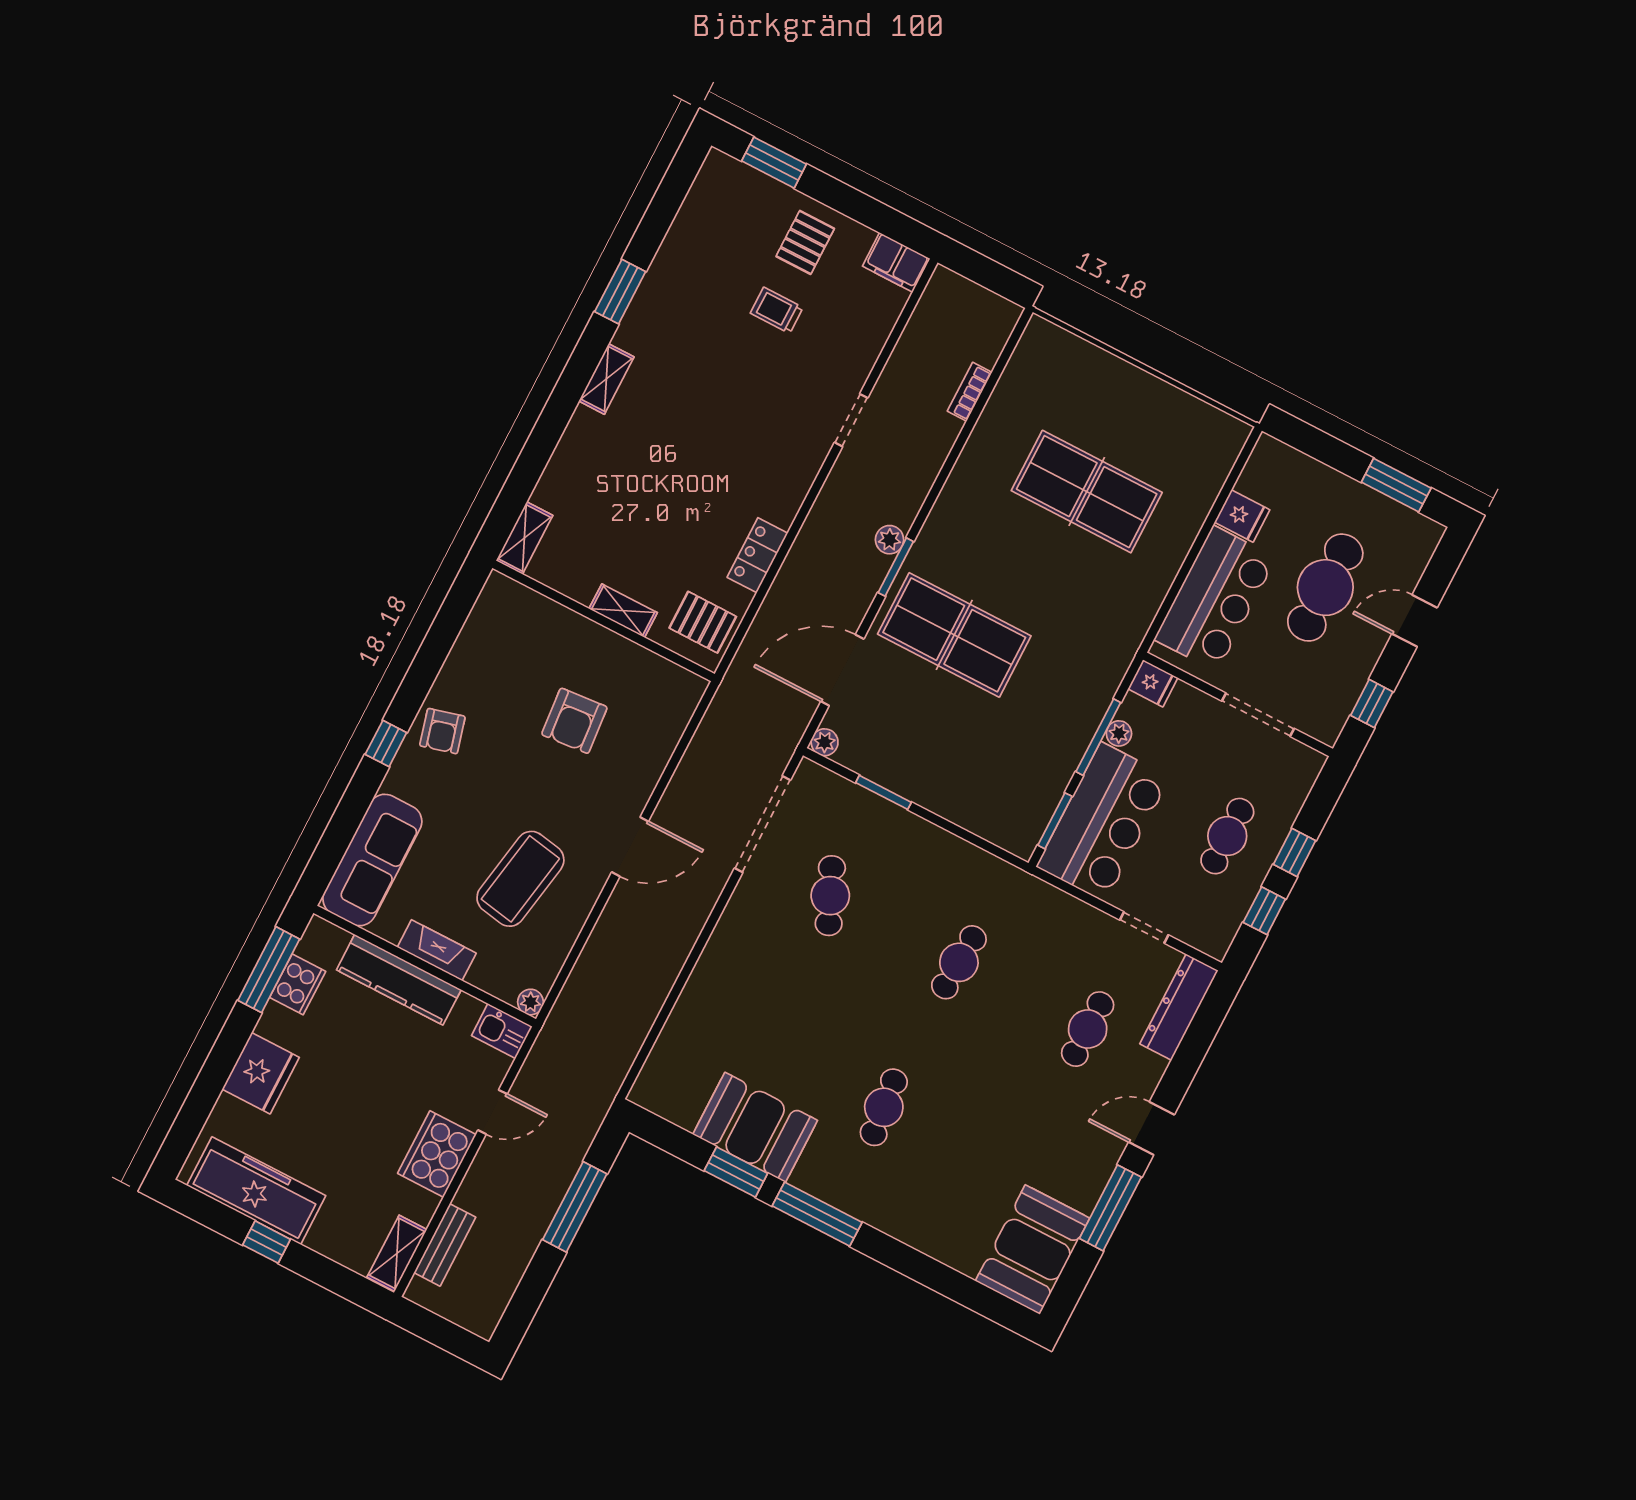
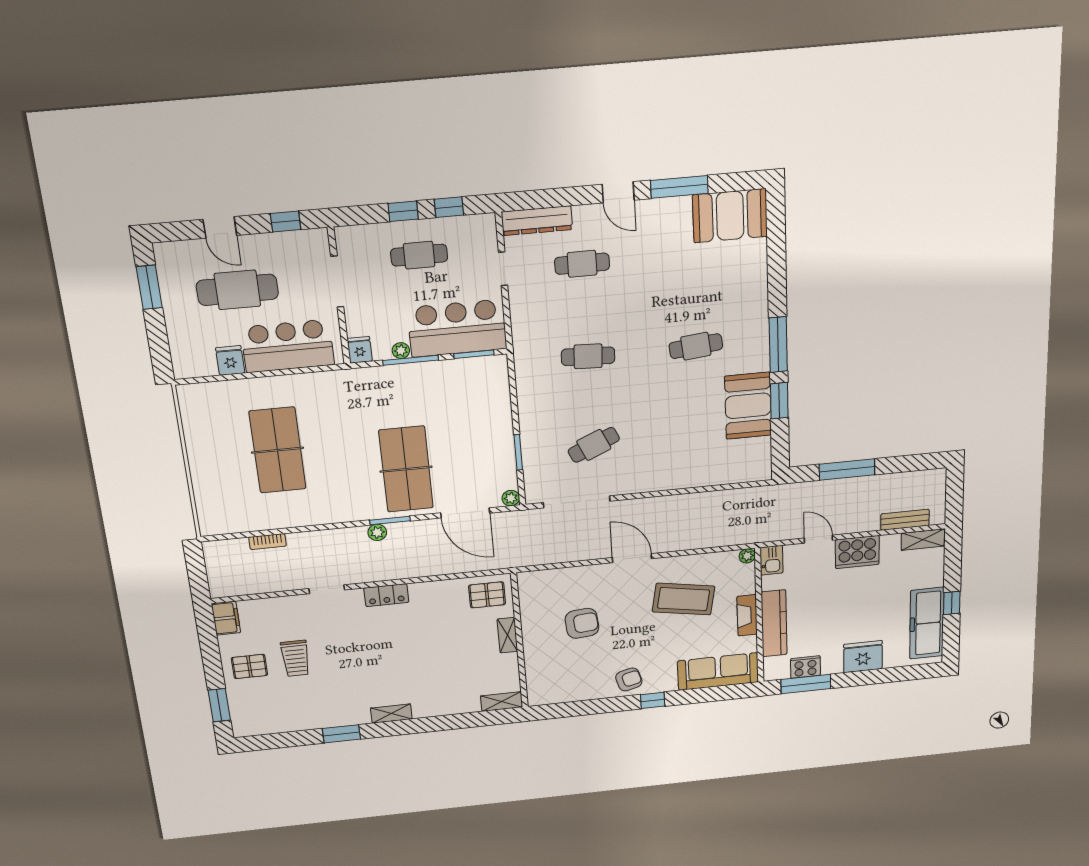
trolley: (777, 310) -> (295, 658), width x1.36, depth x1.39
locker: (757, 555) -> (386, 595), moved
pallet: (703, 622) -> (487, 595), turned 90

